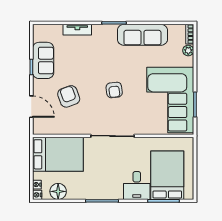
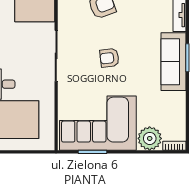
sofa: (142, 35) -> (173, 62), moved
plant: (188, 51) -> (150, 138), width x1.87, depth x1.87

